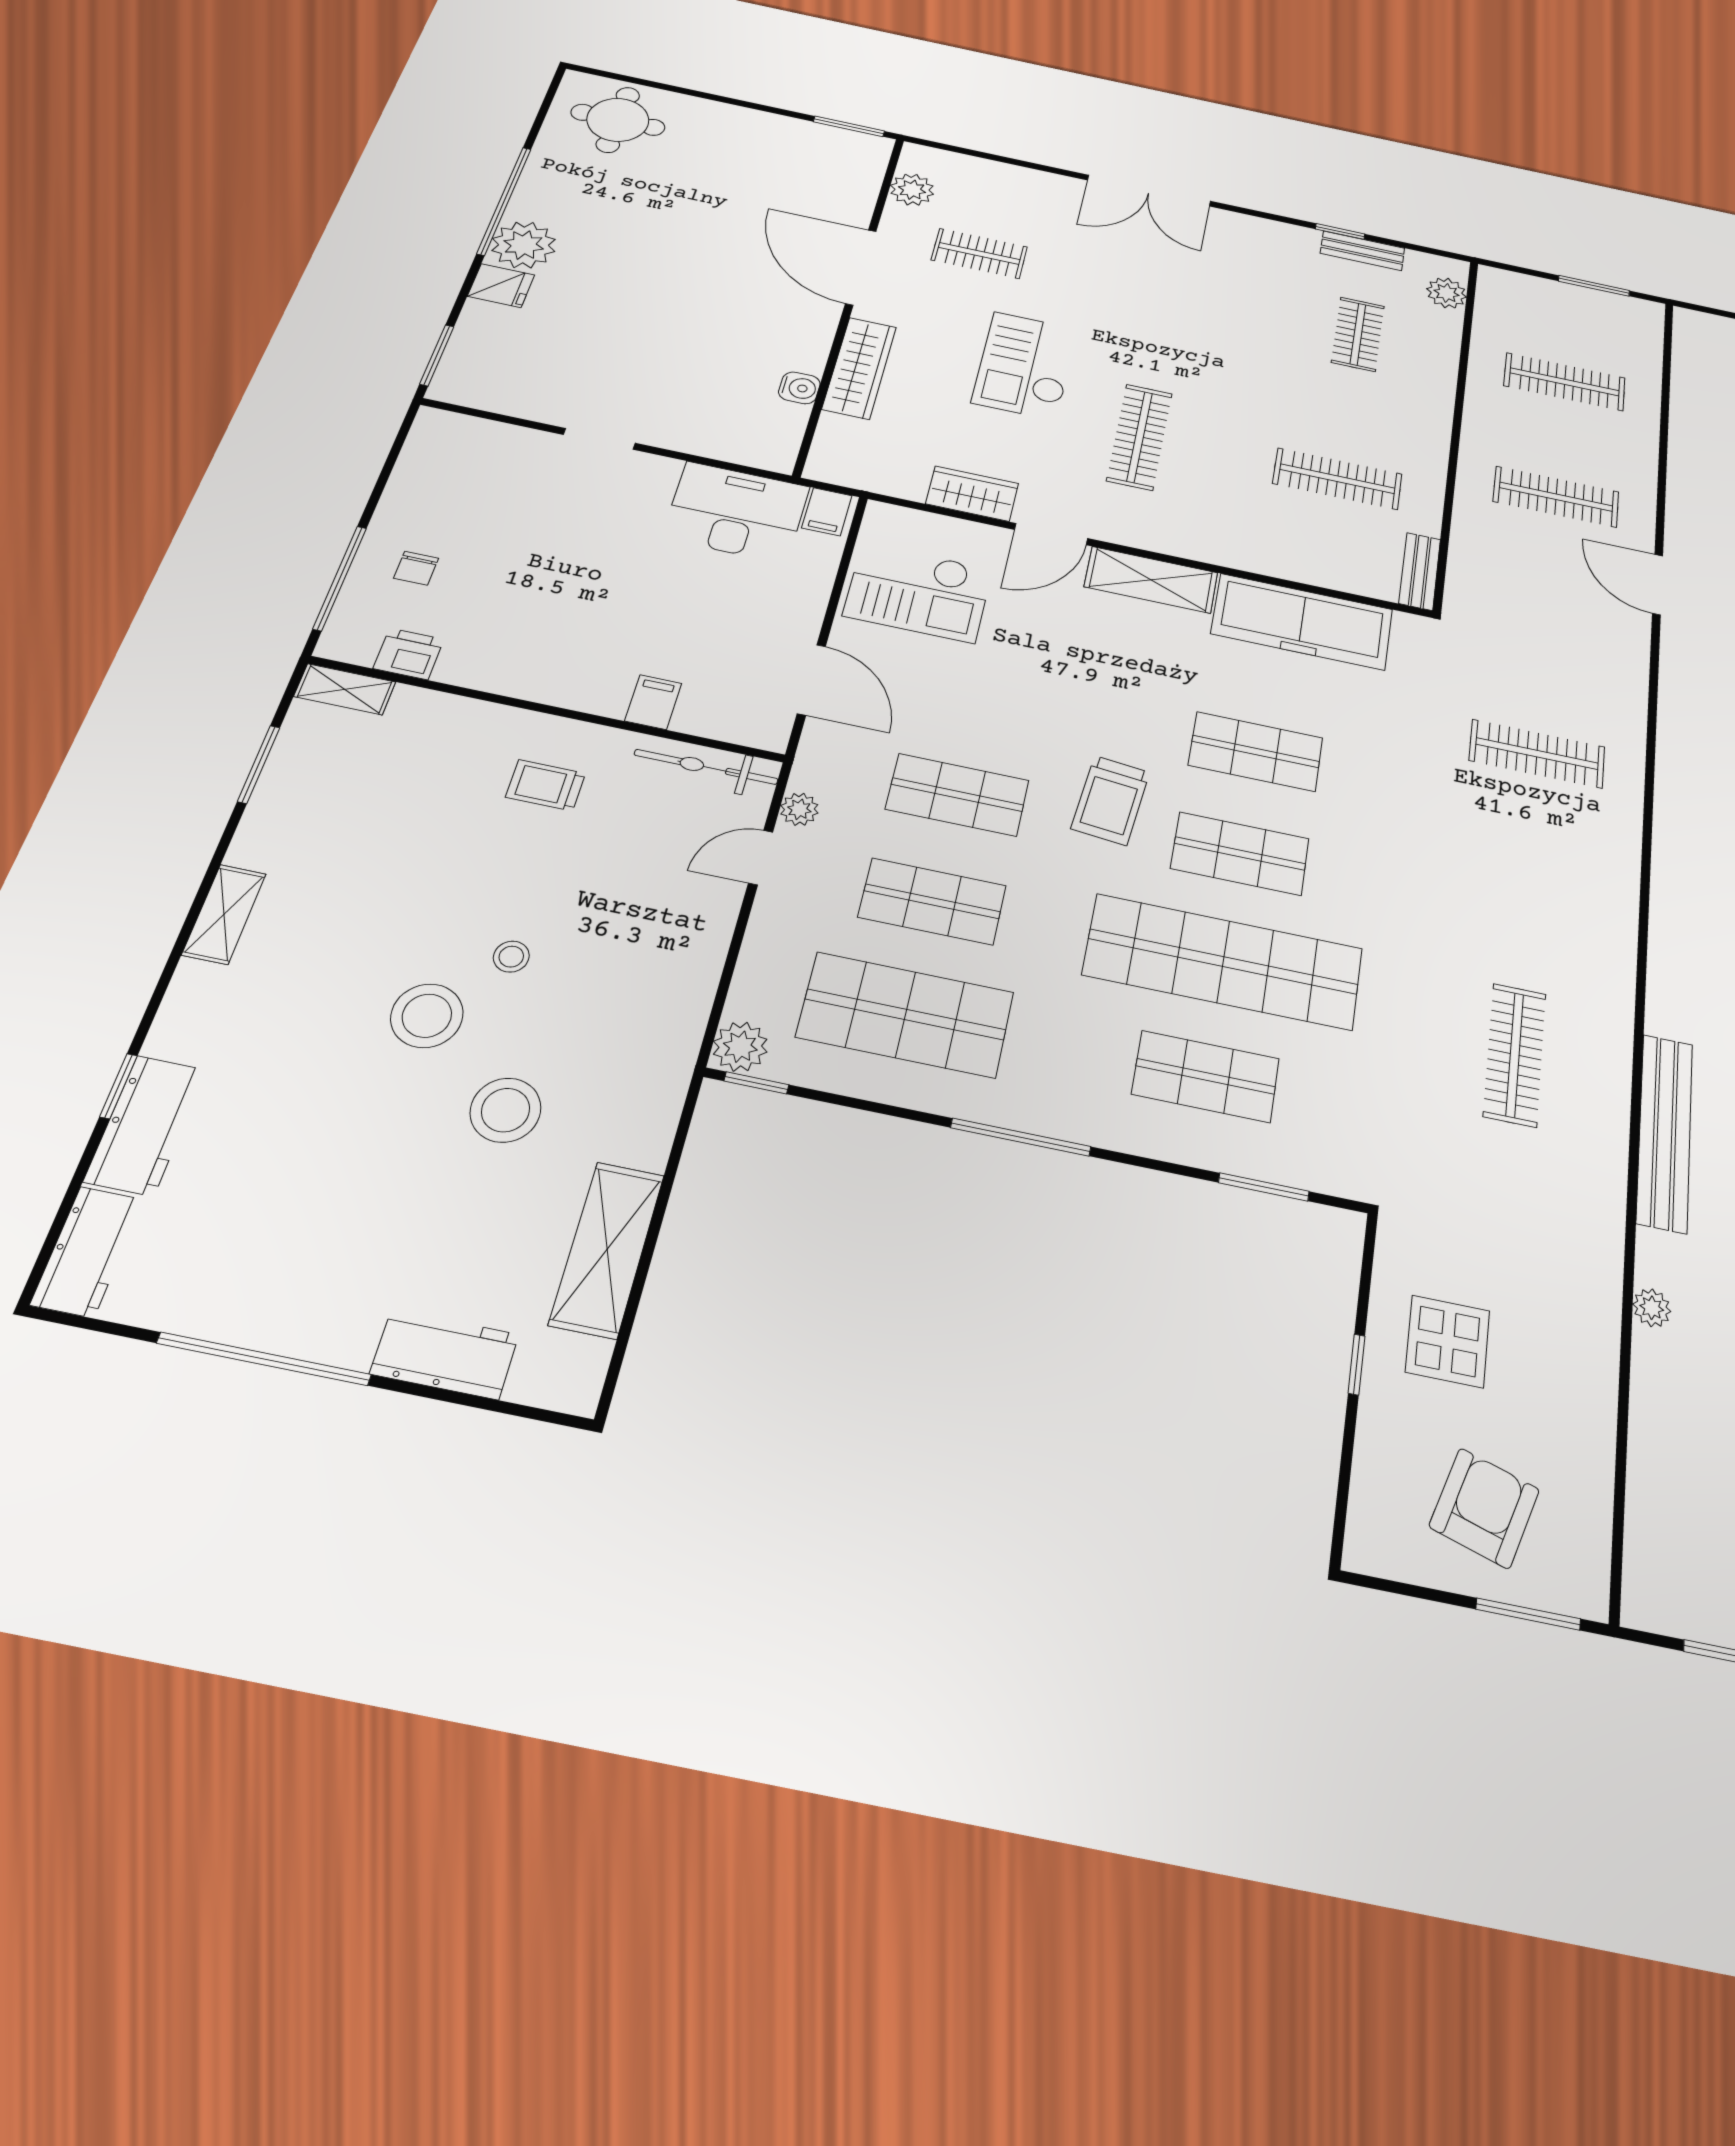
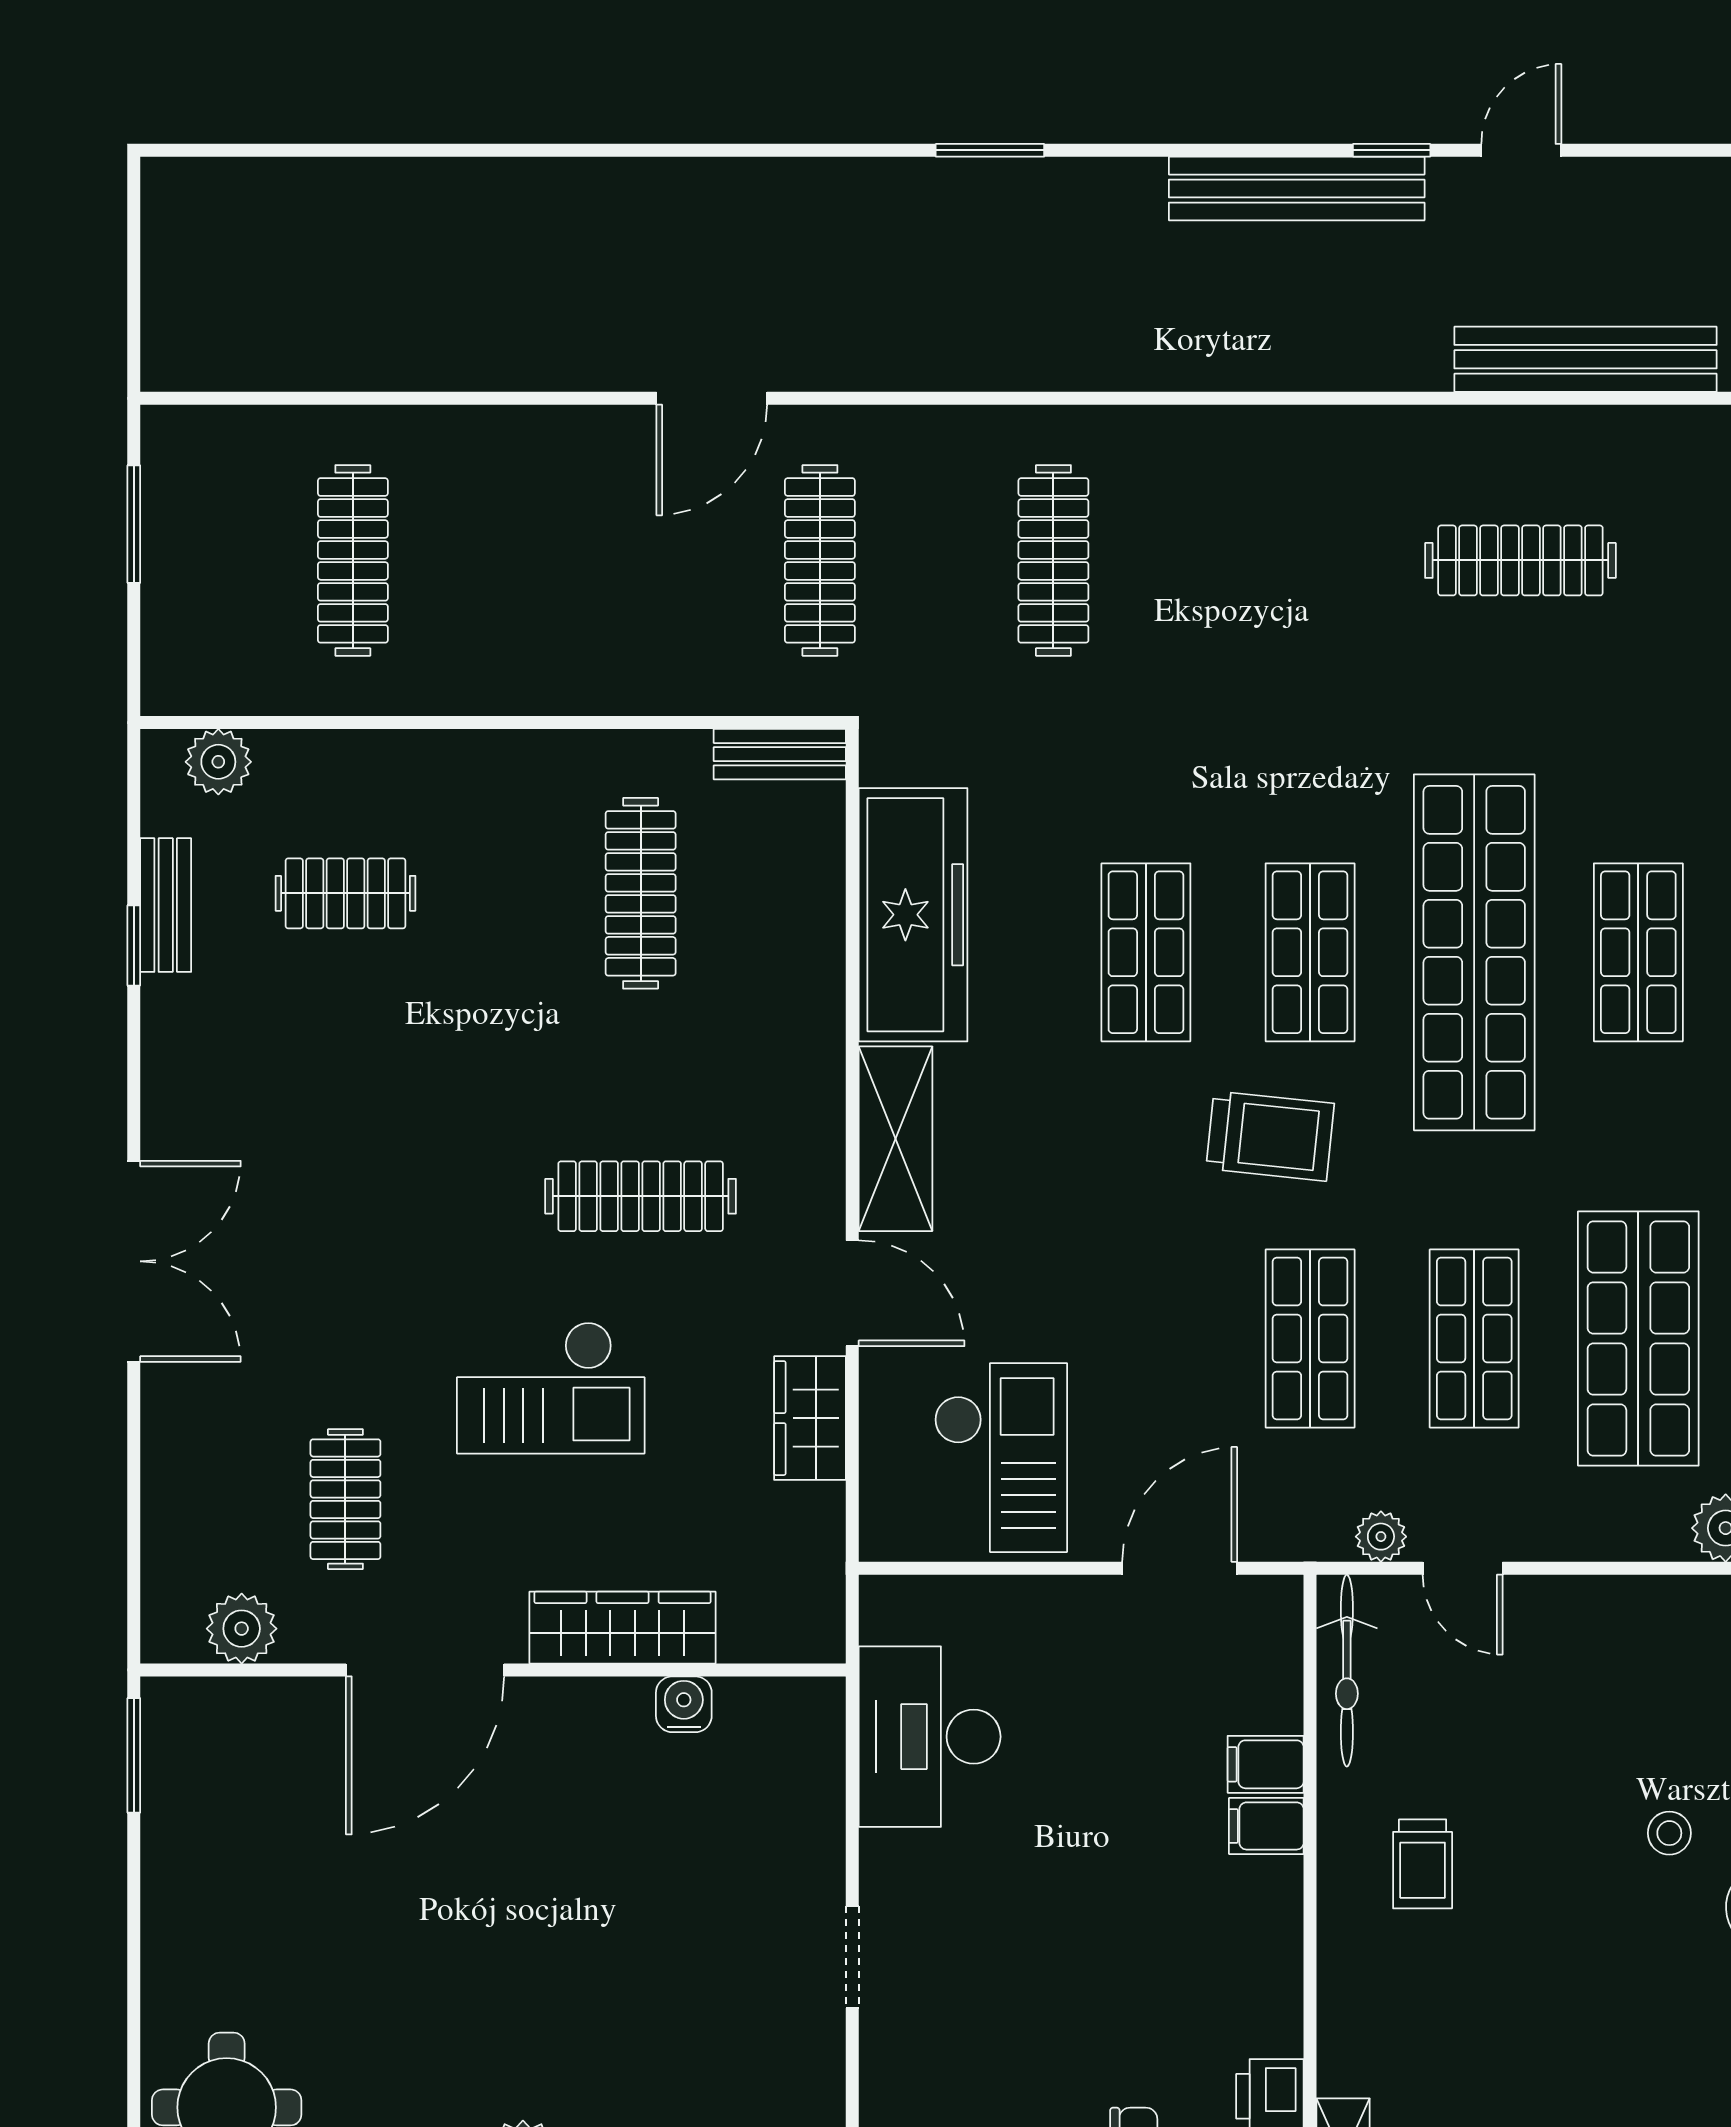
clothes rail: (1556, 497) -> (820, 560), moved
filing cabinet: (827, 512) -> (1266, 1826), moved, turned 180

